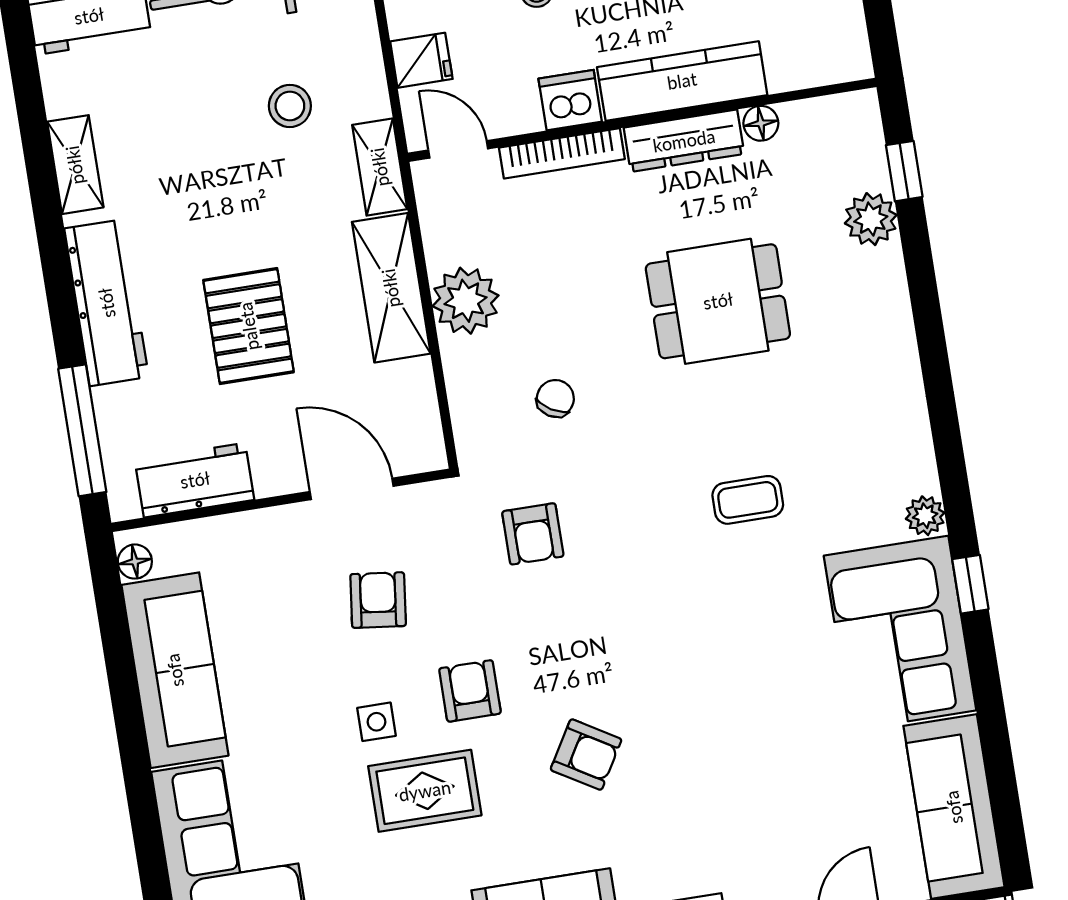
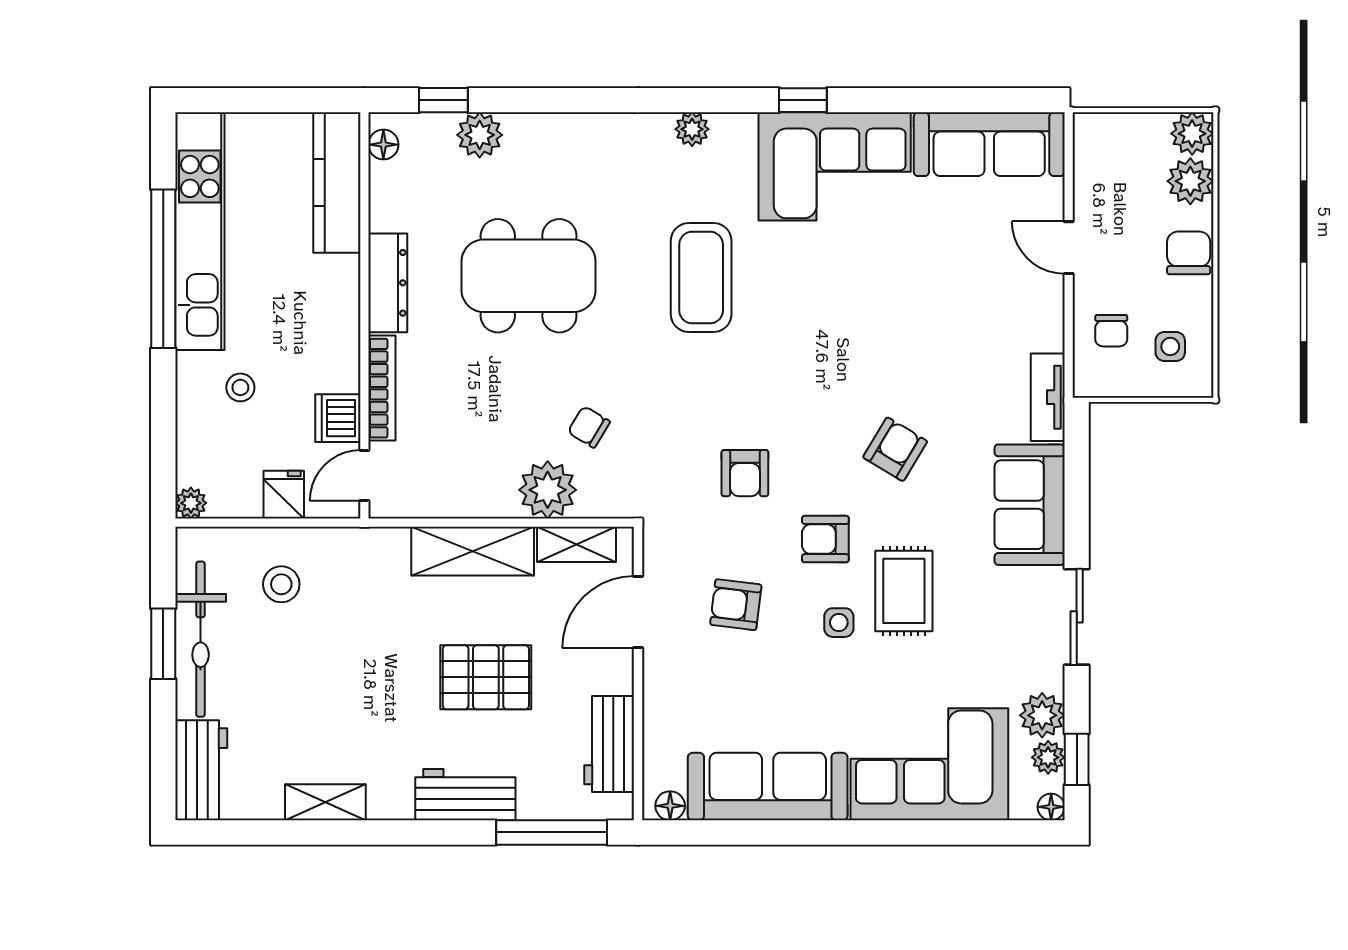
kitchen counter: (682, 81) -> (337, 183), moved
dishwasher: (570, 100) -> (338, 418), moved
stool: (290, 106) -> (281, 584), moved
floor lamp: (761, 123) -> (383, 145), moved
shelving: (380, 167) -> (577, 544), moved
plant: (466, 301) -> (548, 490), moved
dining table: (718, 301) -> (529, 276), width x1.38
workbench: (107, 303) -> (465, 795), width x0.73
coffee table: (748, 500) -> (701, 278), width x1.86, depth x1.72
plant: (925, 516) -> (692, 129), moved
armchair: (533, 534) -> (745, 473), moved, turned 90

